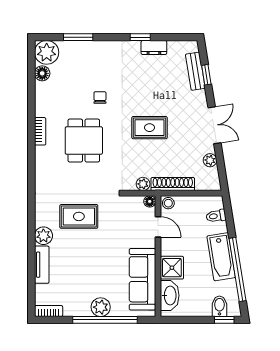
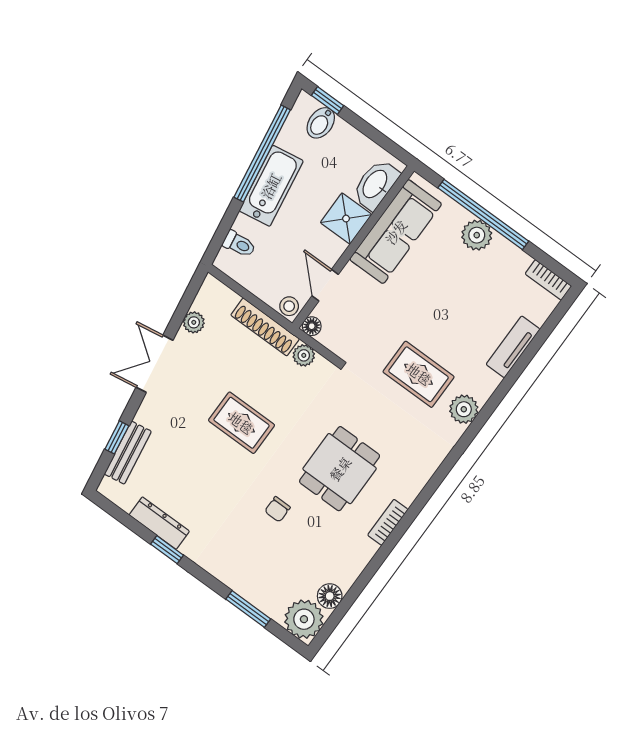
dresser: (154, 47) -> (159, 523), width x1.44
plant: (43, 236) -> (464, 409), moved

